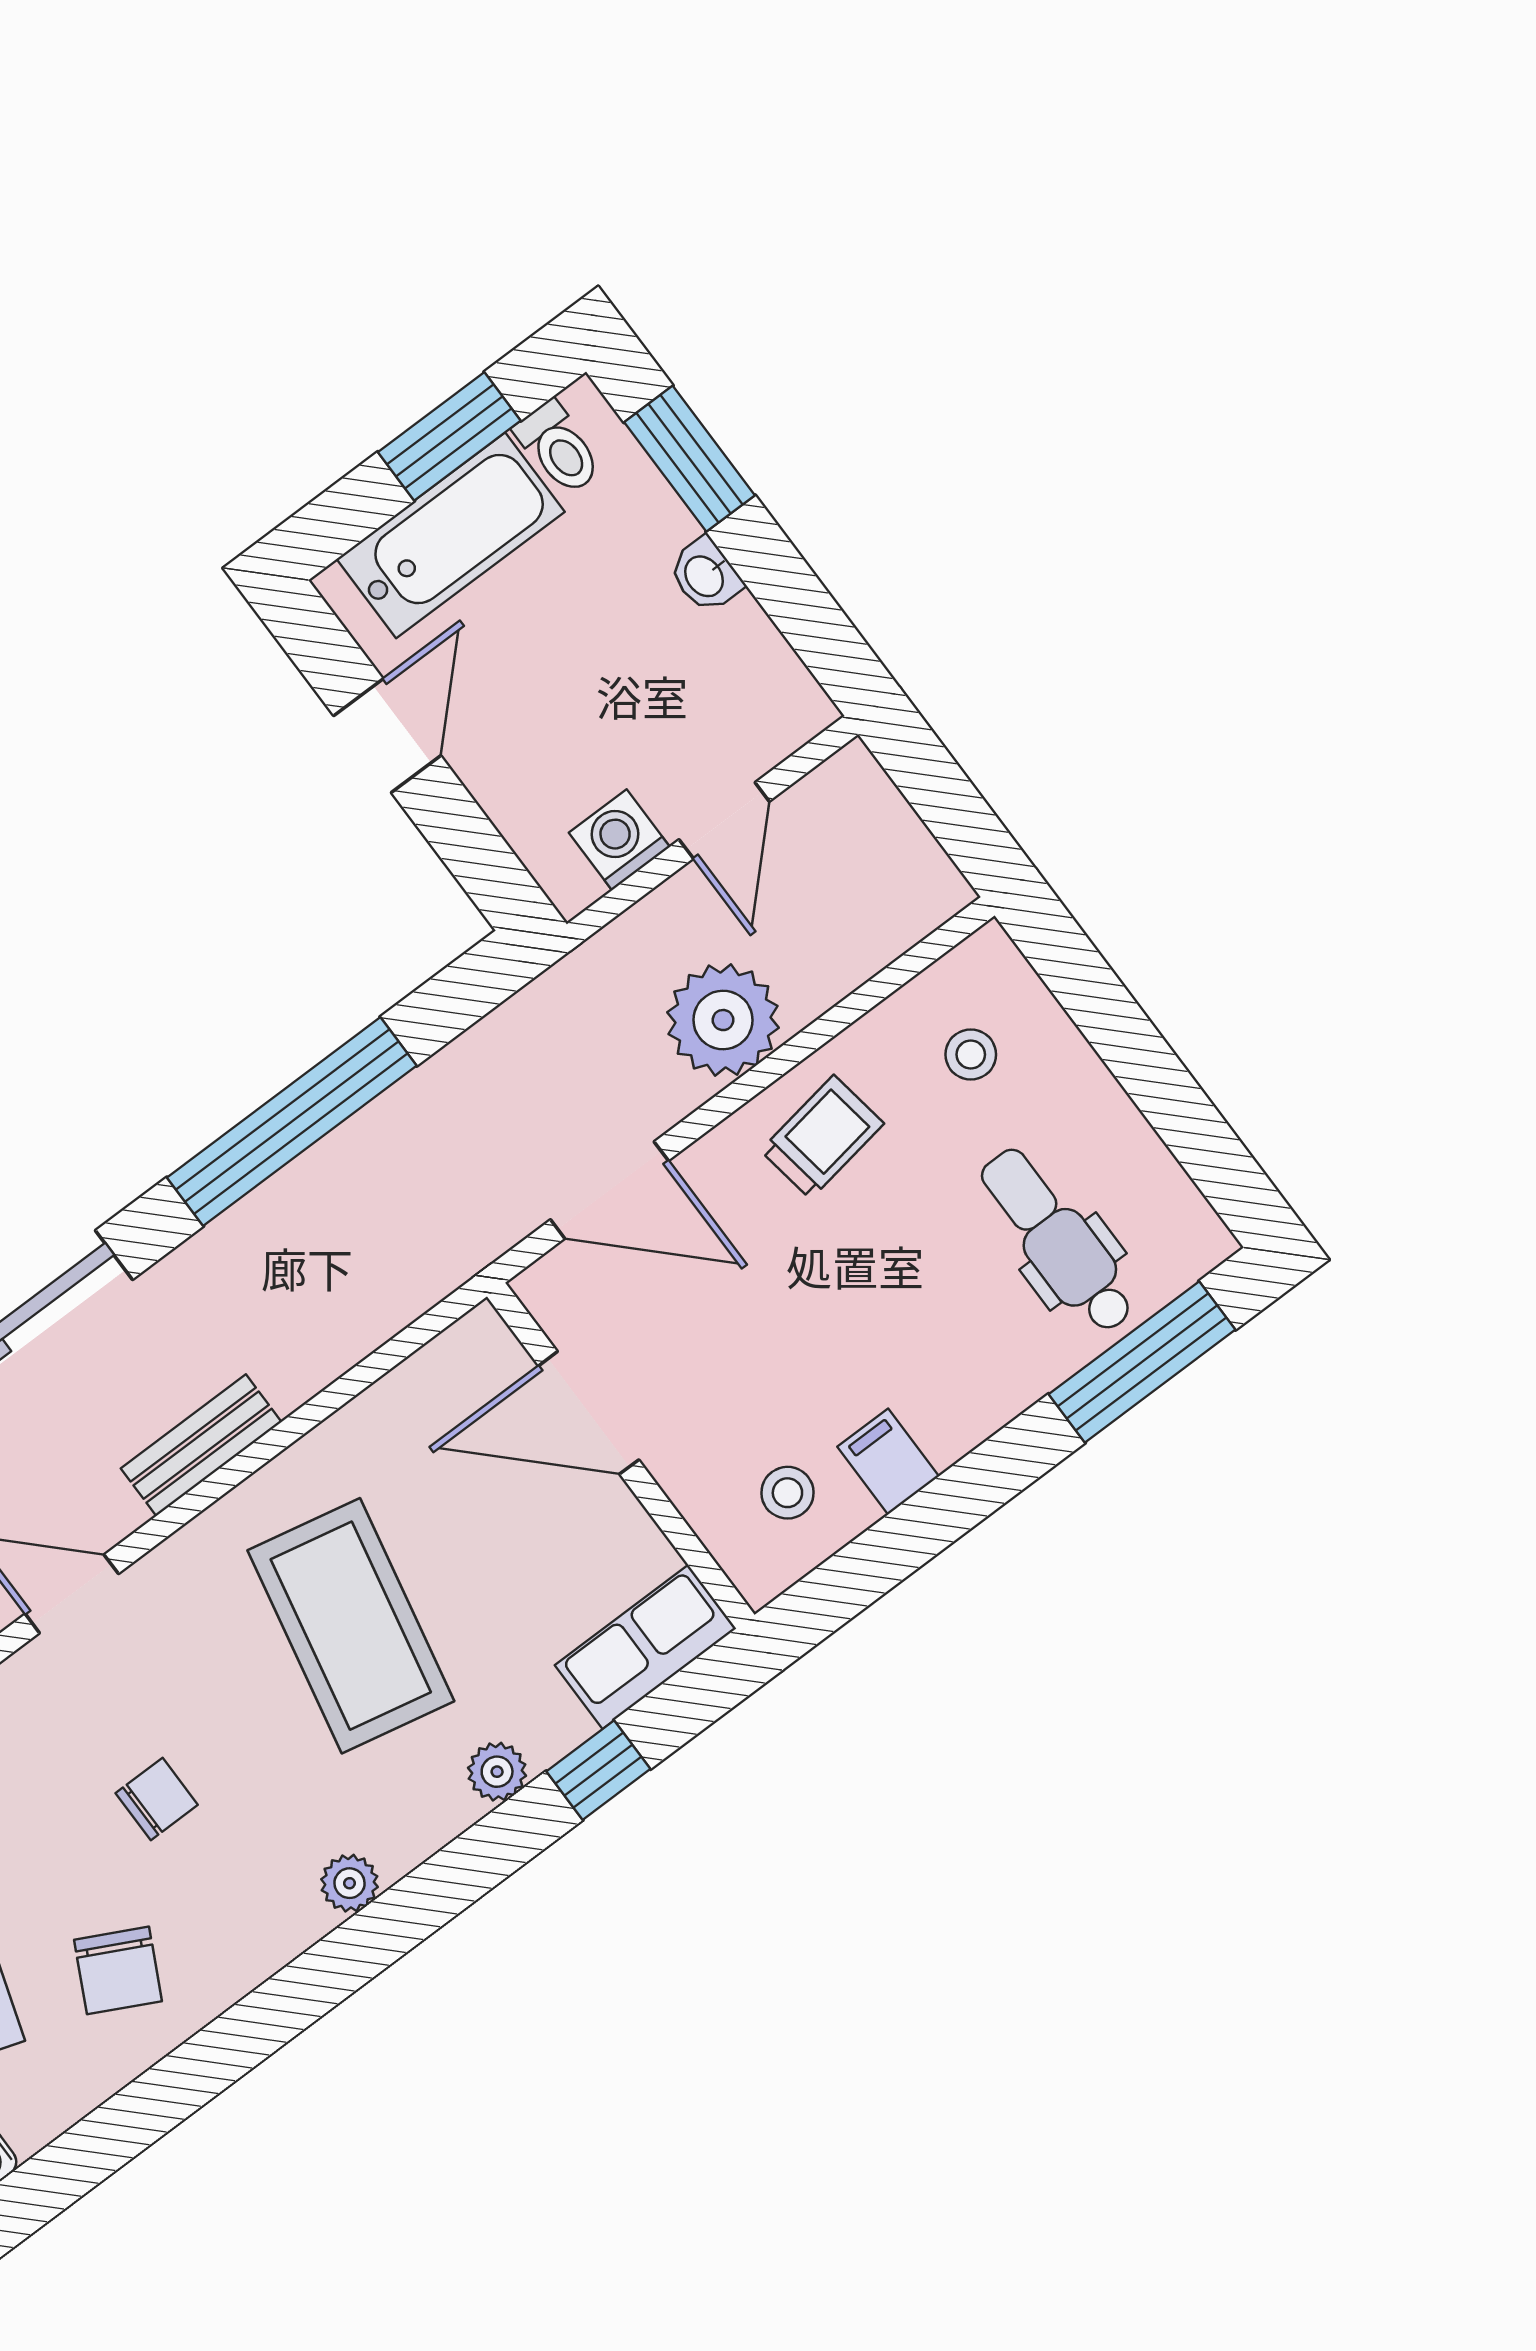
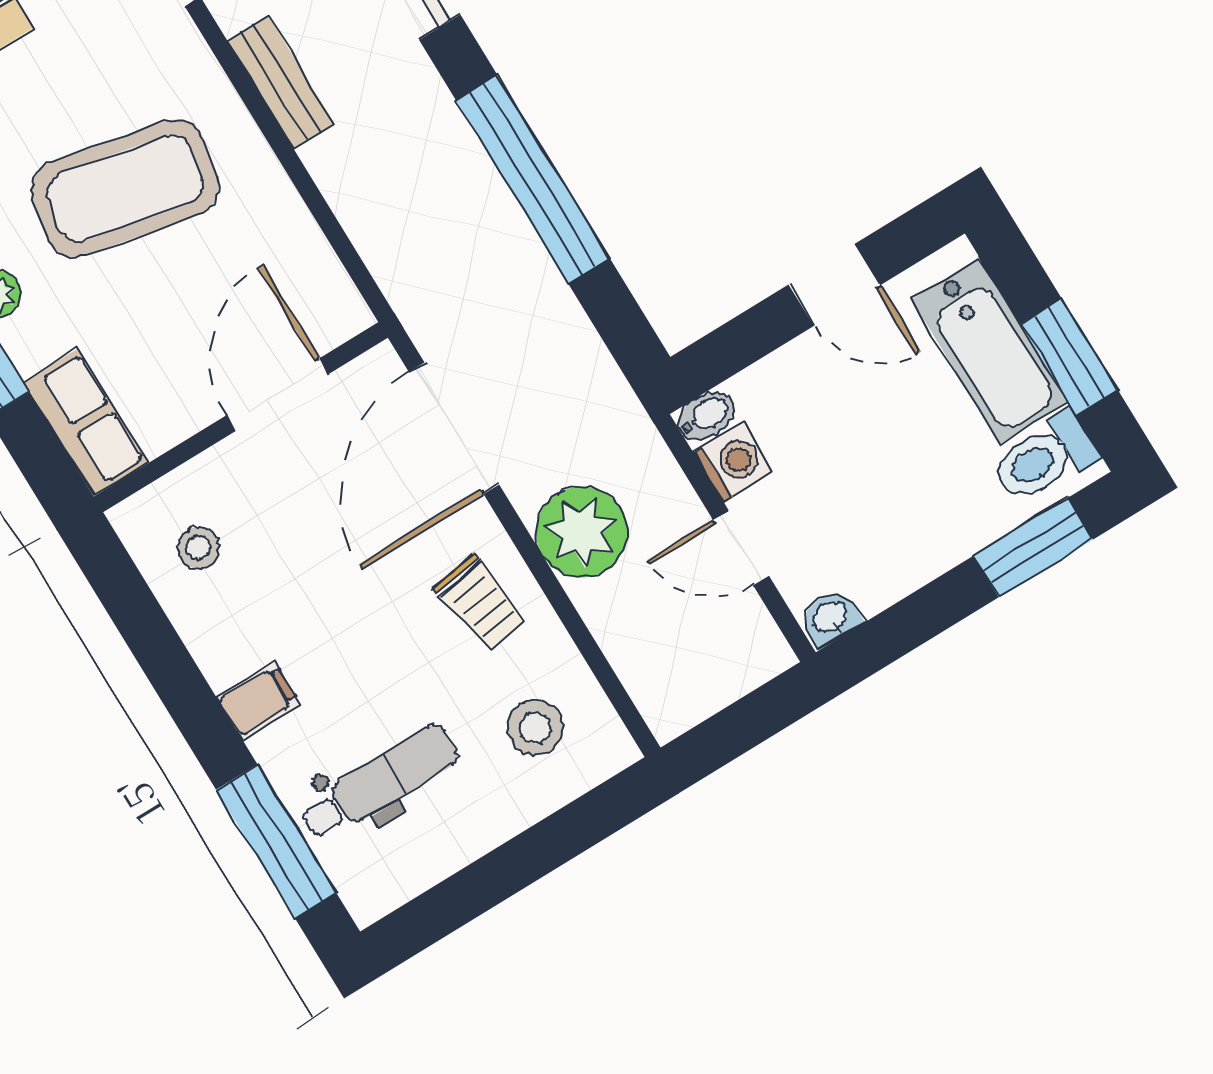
toilet: (559, 448) -> (1044, 458), width x1.37, depth x1.39
washbasin: (705, 575) -> (830, 618), moved
bidet: (565, 880) -> (706, 416), added
stool: (971, 1054) -> (535, 728), width x1.37, depth x1.37
door: (609, 1190) -> (454, 428), width x1.36
filing cabinet: (888, 1462) -> (259, 701), moved

